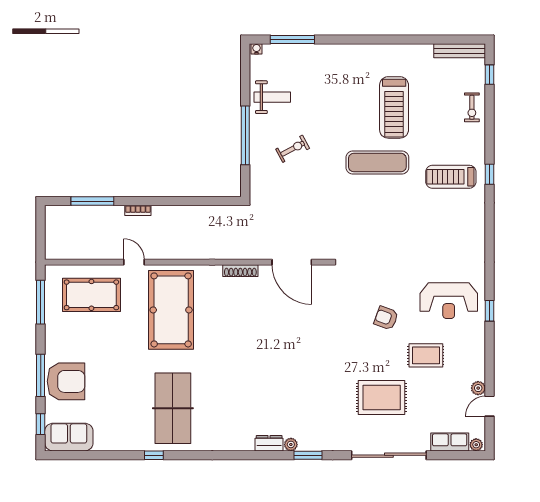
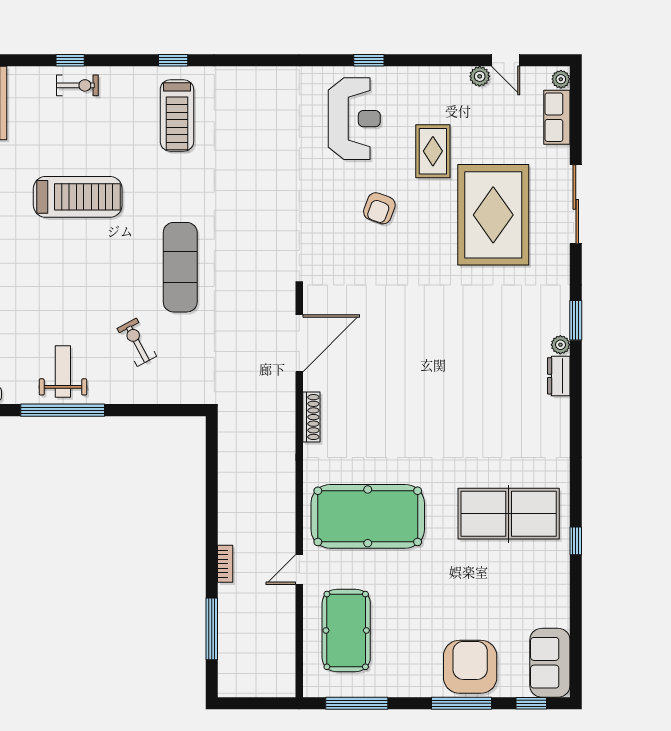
window: (489, 75) -> (70, 60), moved
window: (245, 135) -> (63, 410), moved
exercise mat: (377, 163) -> (180, 267), moved
rug: (382, 398) -> (493, 215), width x1.37, depth x1.44
sliding door: (389, 455) -> (576, 204), width x0.73

